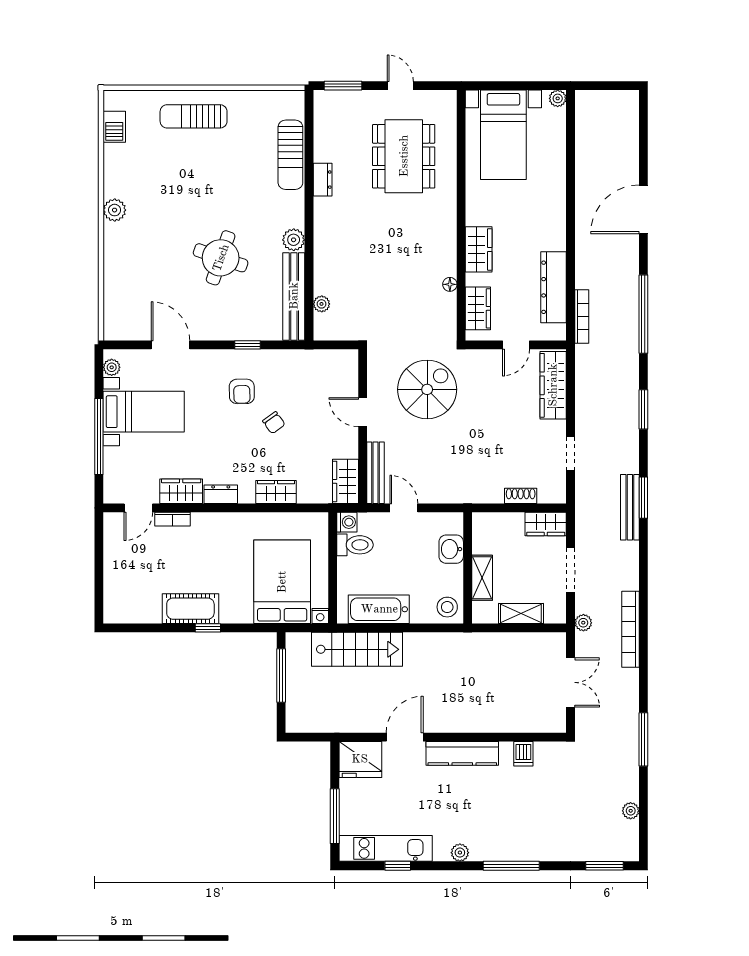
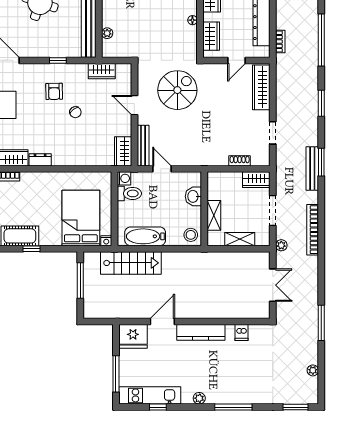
bookcase: (582, 316) -> (280, 42), width x0.64
wardrobe: (276, 492) -> (102, 71), moved, turned 180
bookcase: (630, 629) -> (313, 230), moved

